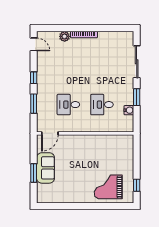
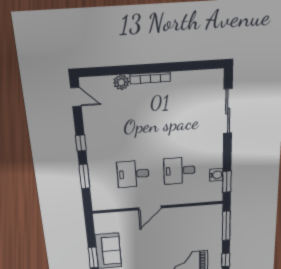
window: (137, 97) -> (227, 182), moved
door: (50, 133) -> (150, 208), moved
window: (137, 154) -> (226, 226), added

